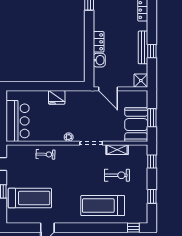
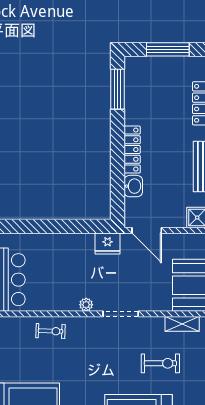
locker: (99, 42) -> (132, 150), width x1.53
fridge: (57, 97) -> (108, 243), moved
shelving: (117, 150) -> (182, 324), moved

